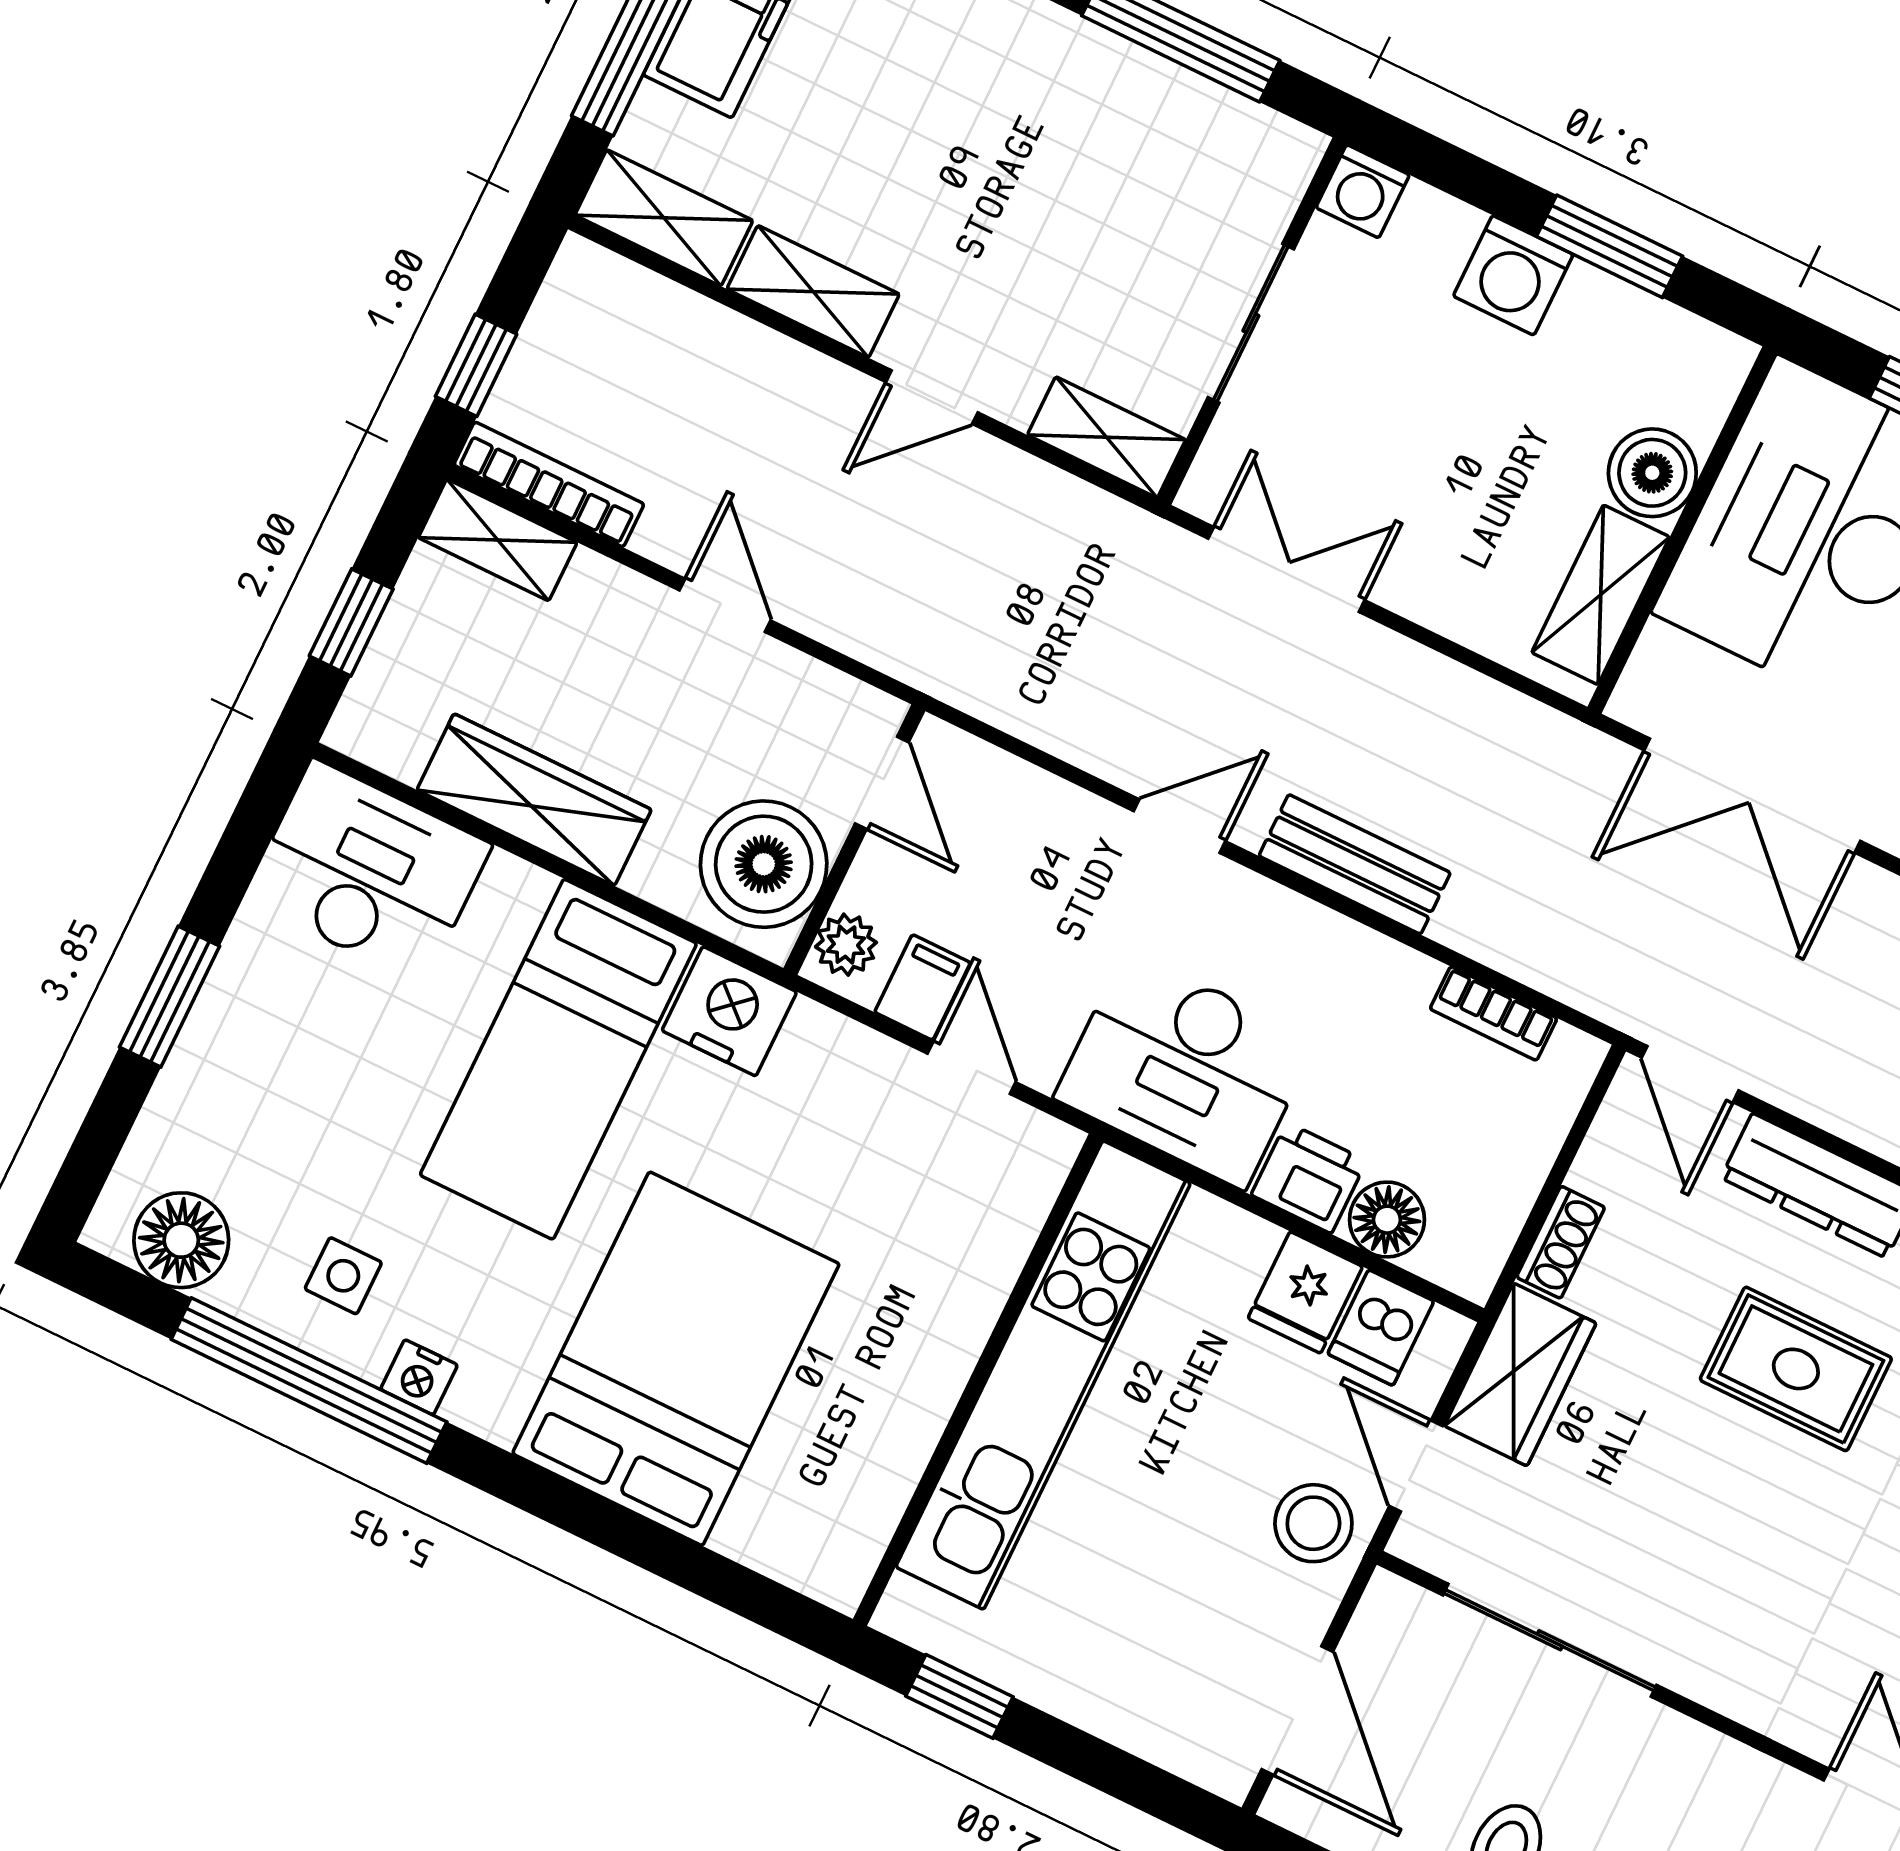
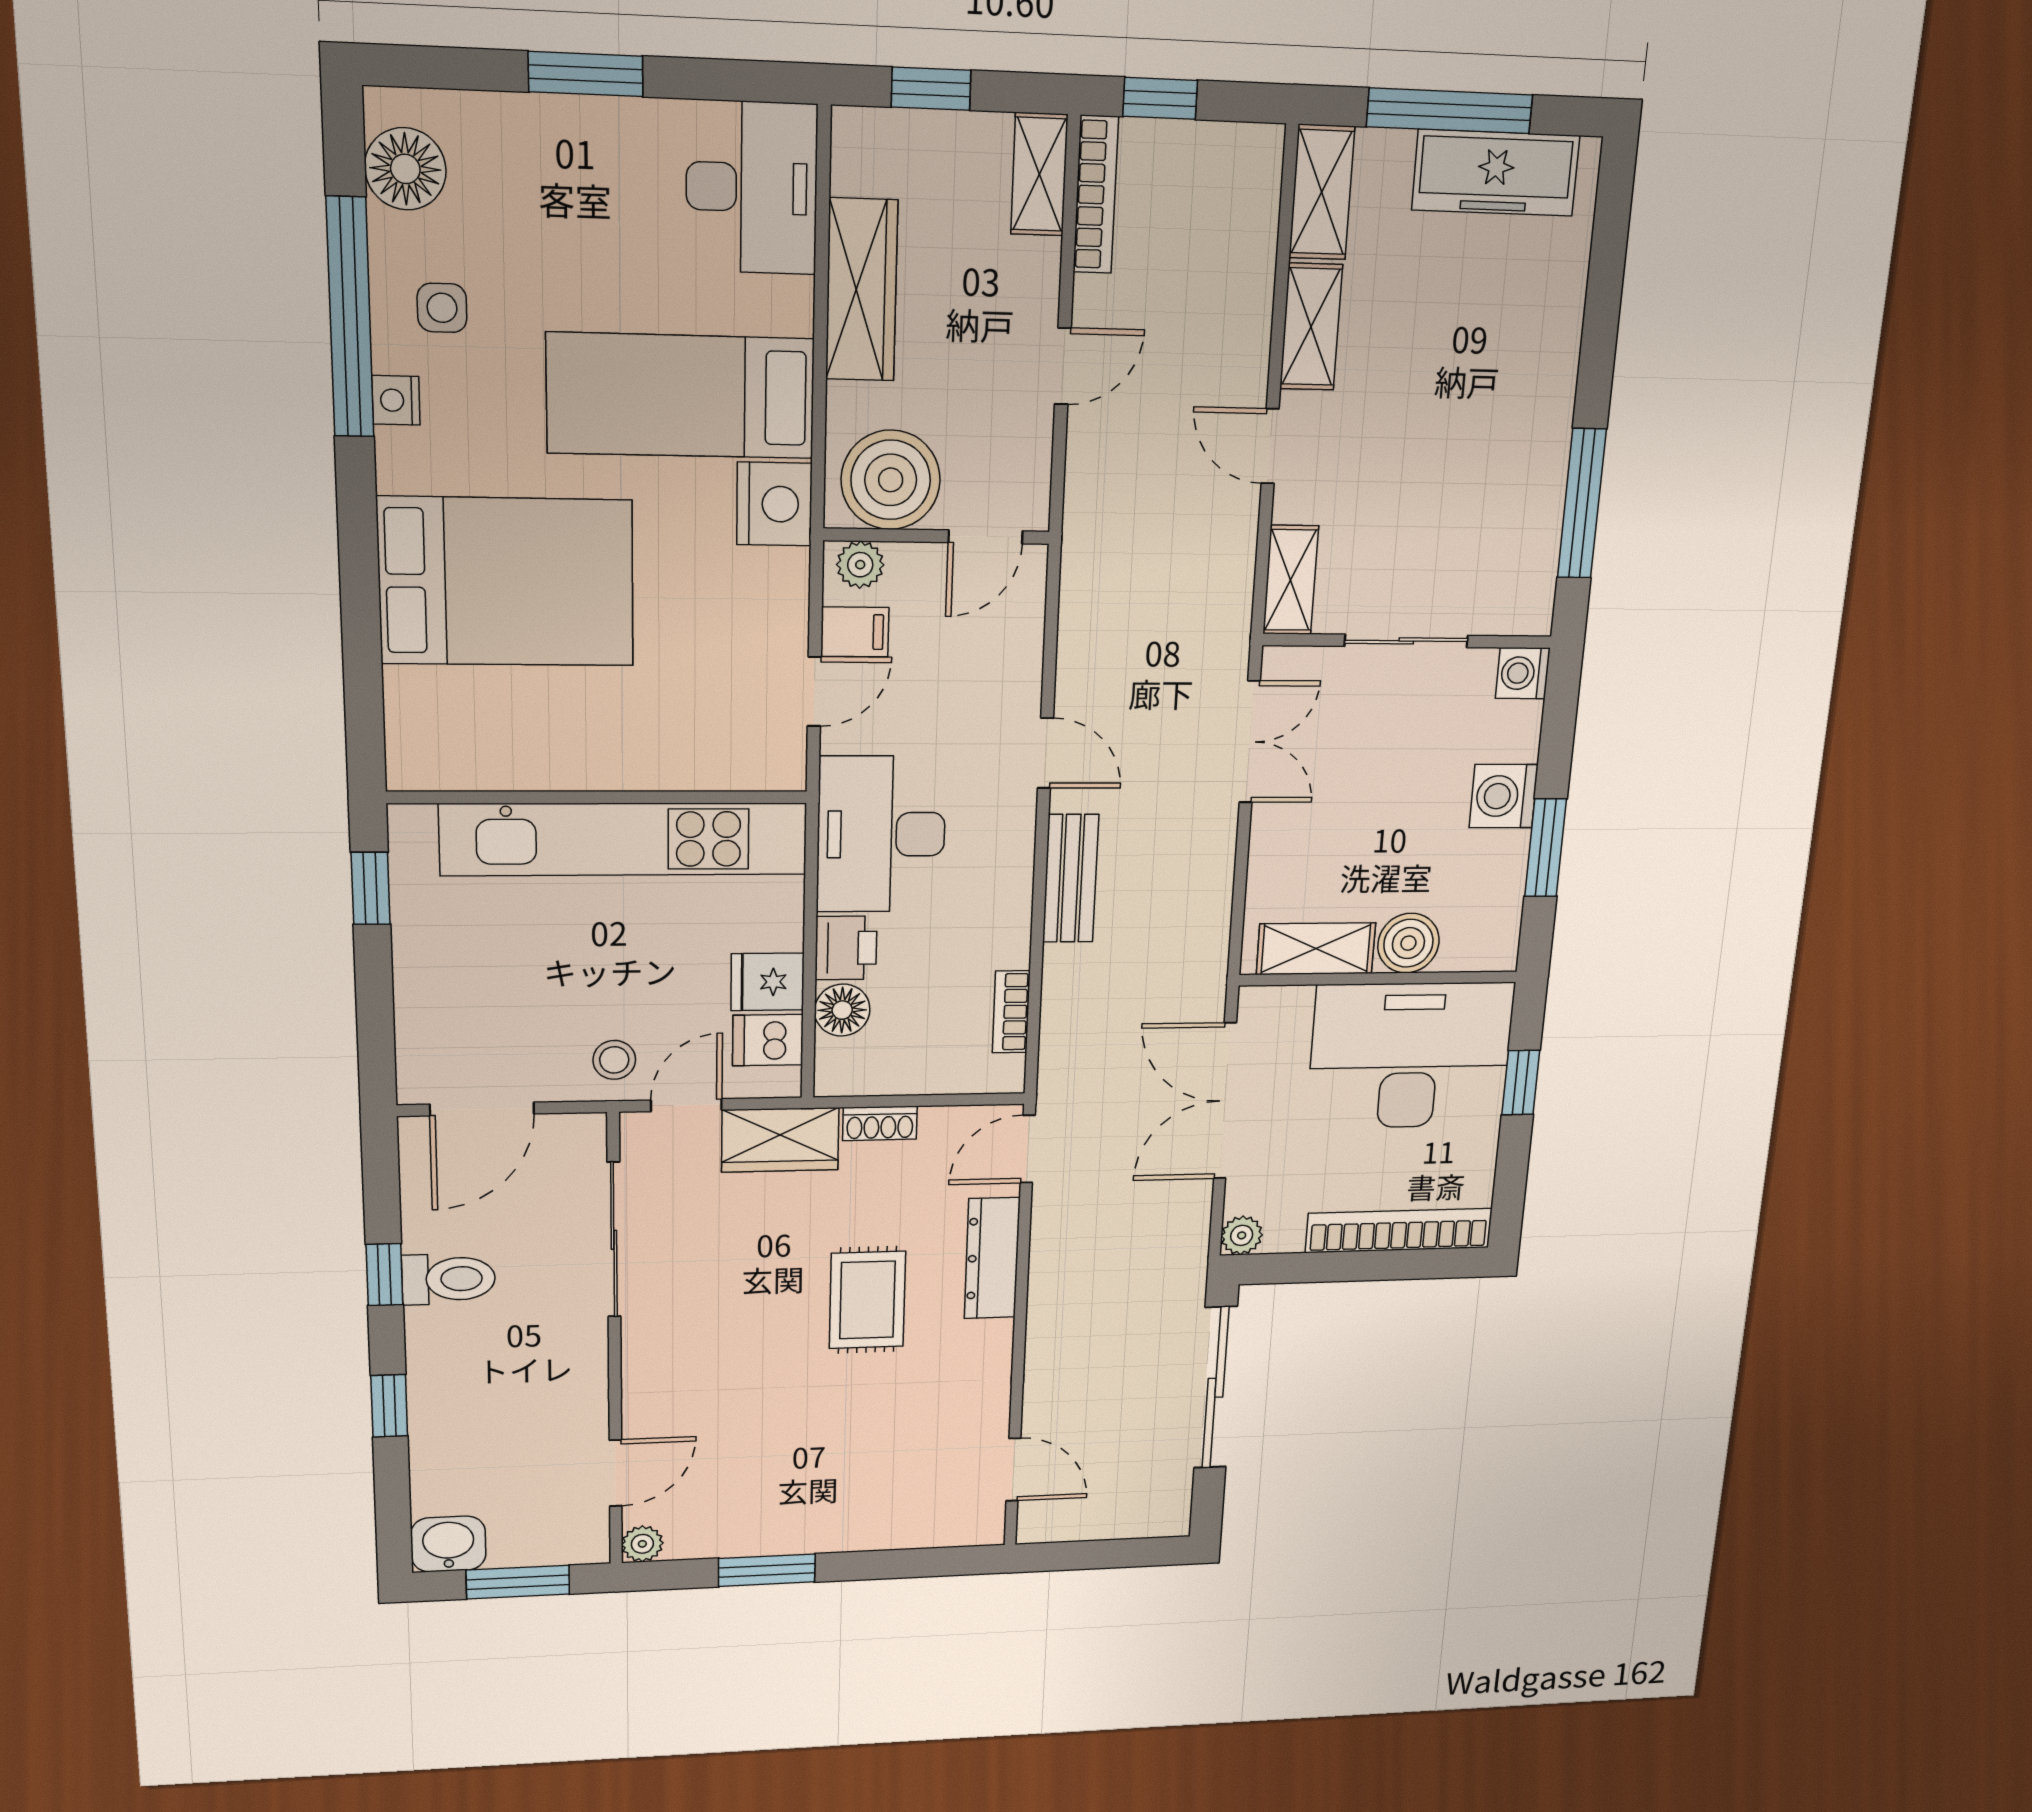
stool: (1313, 1523) -> (614, 1060), width x0.73, depth x0.73

